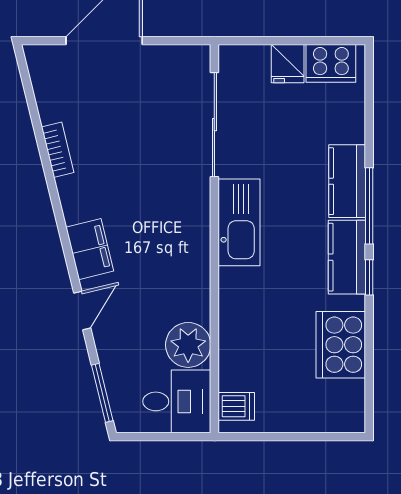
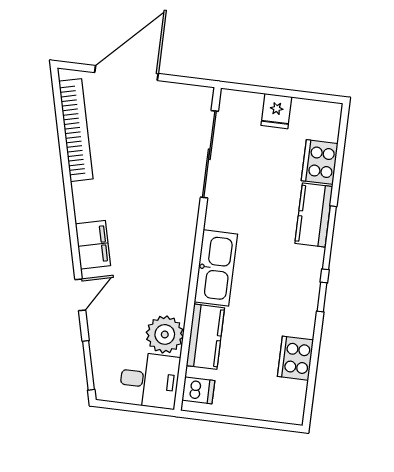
cooker: (331, 63) -> (320, 162), moved, turned 90
bookcase: (58, 150) -> (76, 130), width x2.31, depth x1.31
kitchen sink: (239, 222) -> (216, 268), moved
kitchen counter: (347, 257) -> (205, 337), moved, turned 180
cooker: (341, 345) -> (295, 358), width x0.73, depth x0.76

